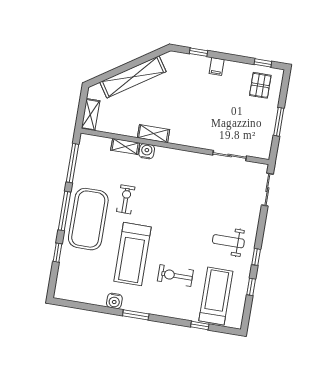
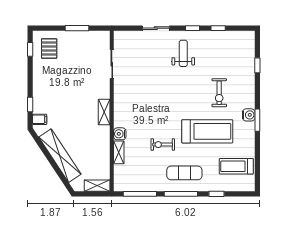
filing cabinet: (217, 67) -> (40, 119), moved
pallet: (260, 85) -> (49, 49), turned 90
shelving: (153, 134) -> (104, 112), moved
sliding door: (267, 190) -> (156, 28), moved
exercise mat: (88, 219) -> (184, 173), width x0.50, depth x0.69
weight bench: (228, 241) -> (183, 53), turned 180
treadmill: (216, 296) -> (236, 166), moved, width x0.73, depth x0.73
water cooler: (114, 301) -> (249, 115), moved

